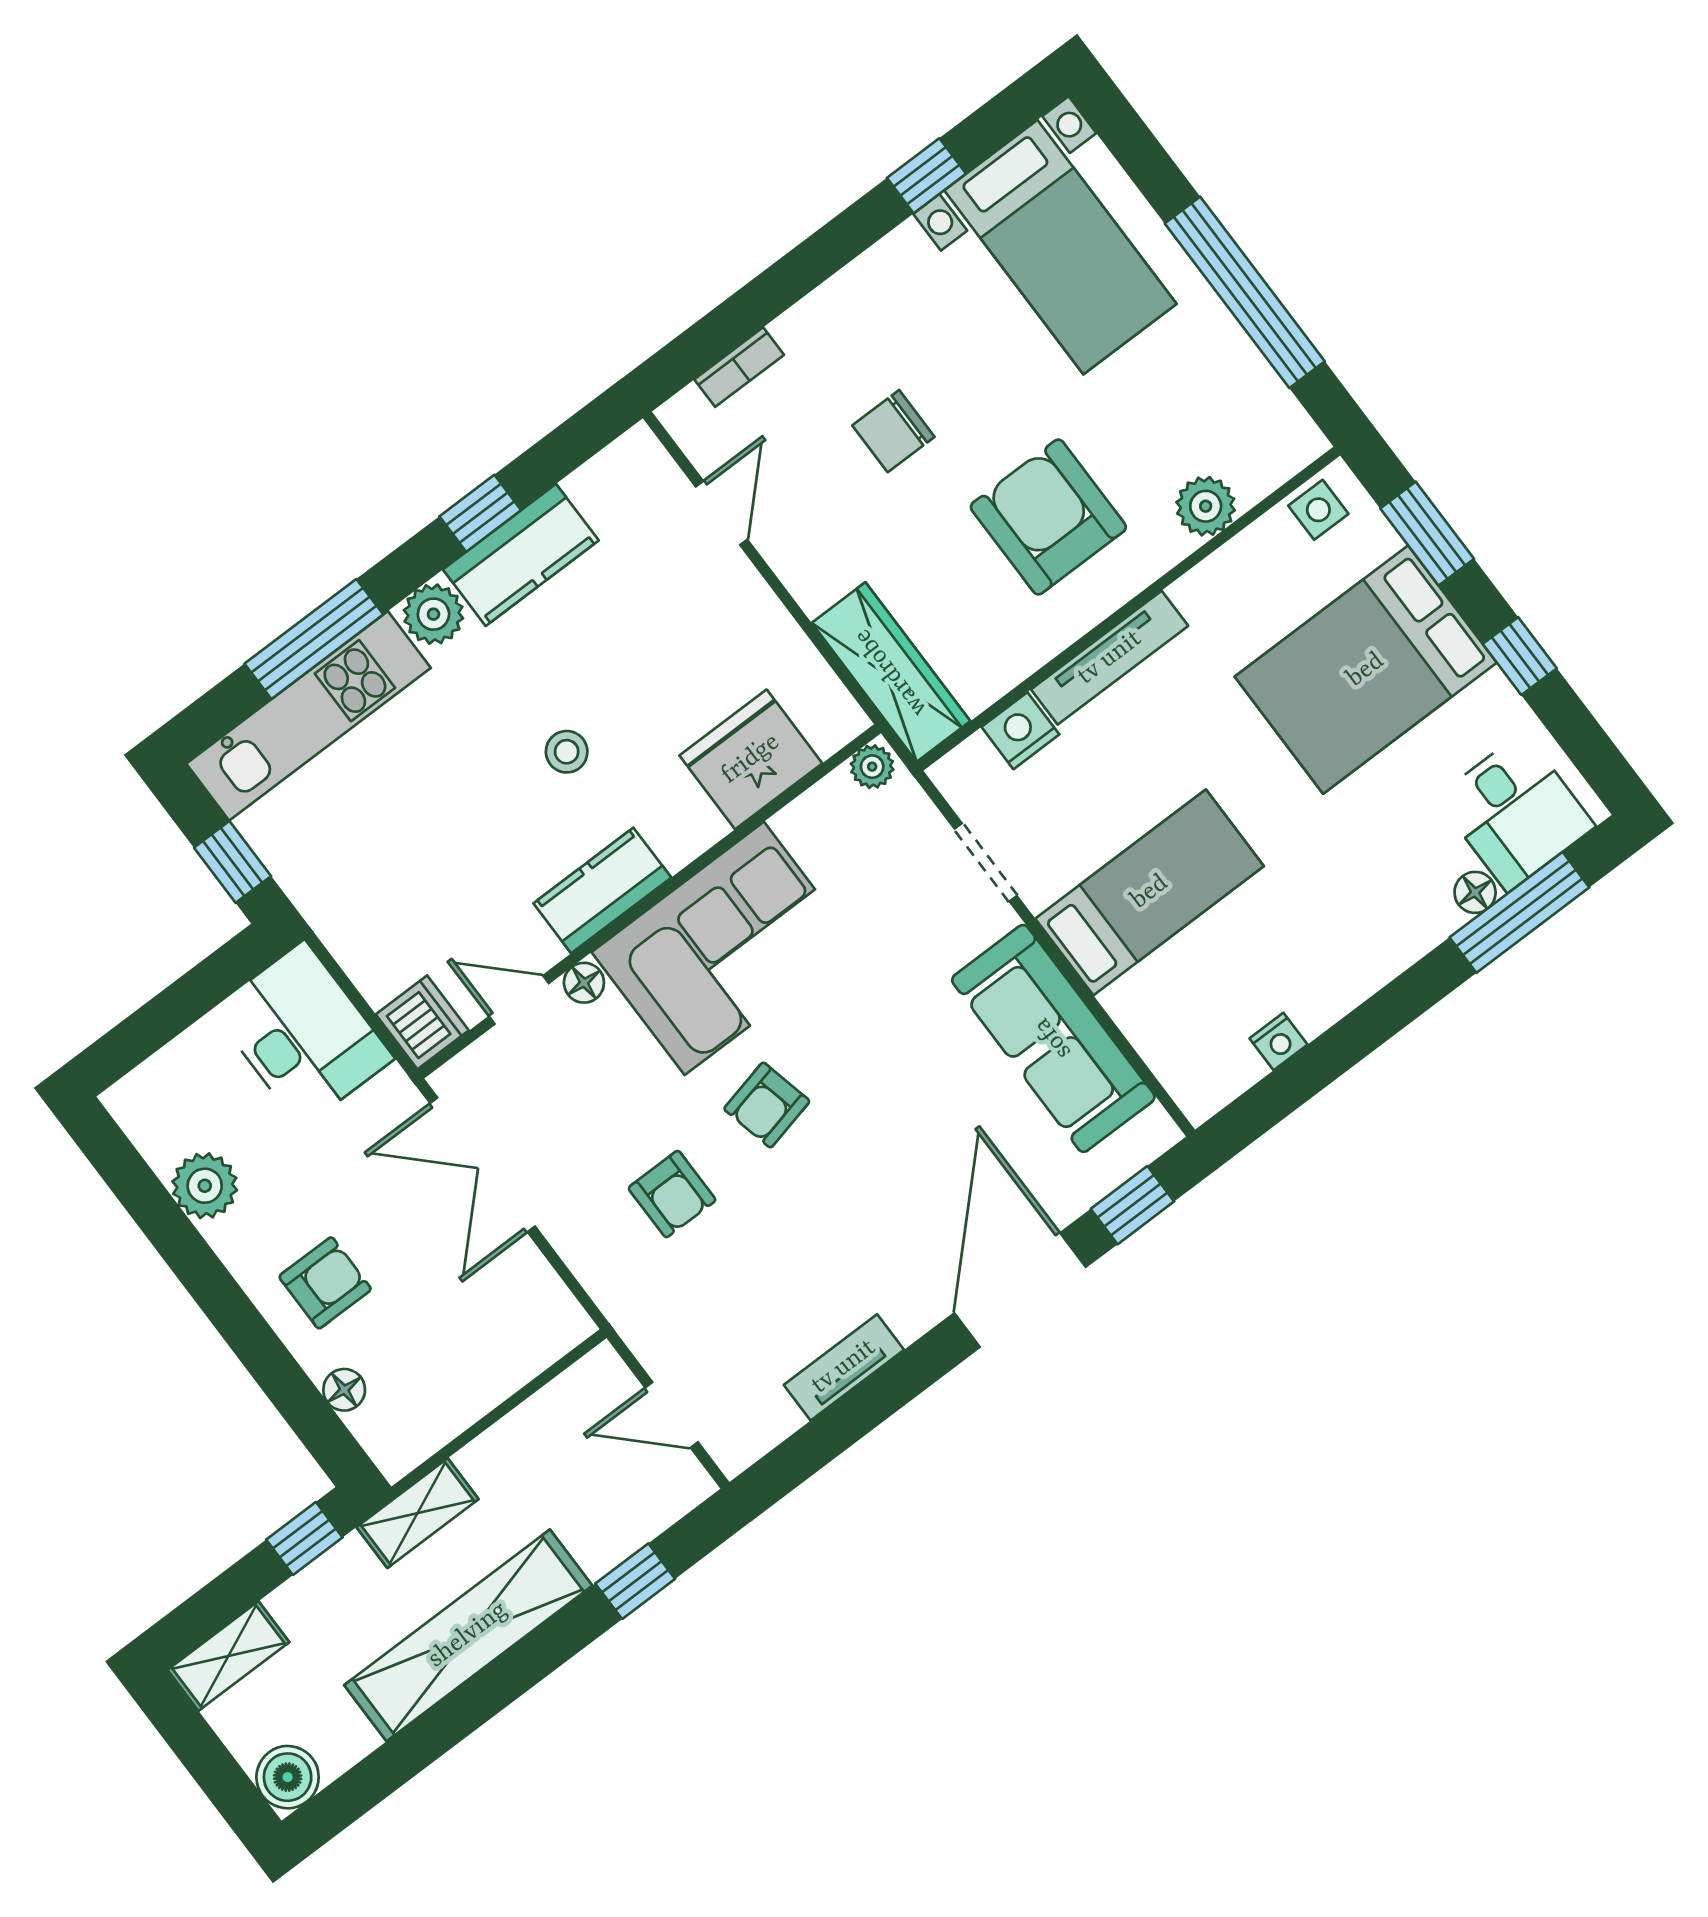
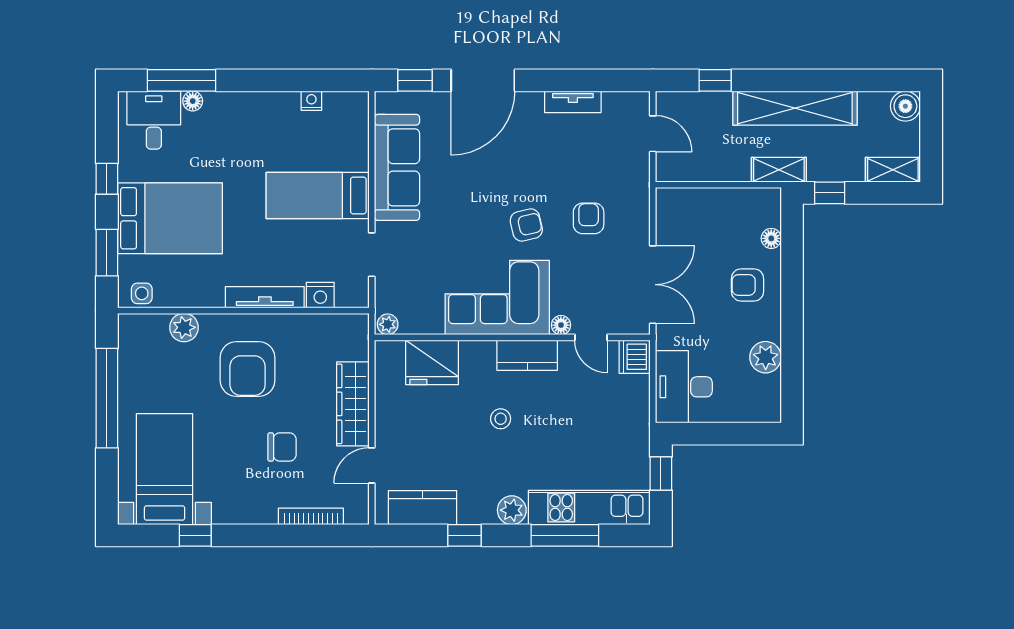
bookcase: (739, 367) -> (311, 516), width x1.56
kitchen counter: (521, 555) -> (423, 508), moved
wardrobe: (891, 672) -> (353, 404), moved

